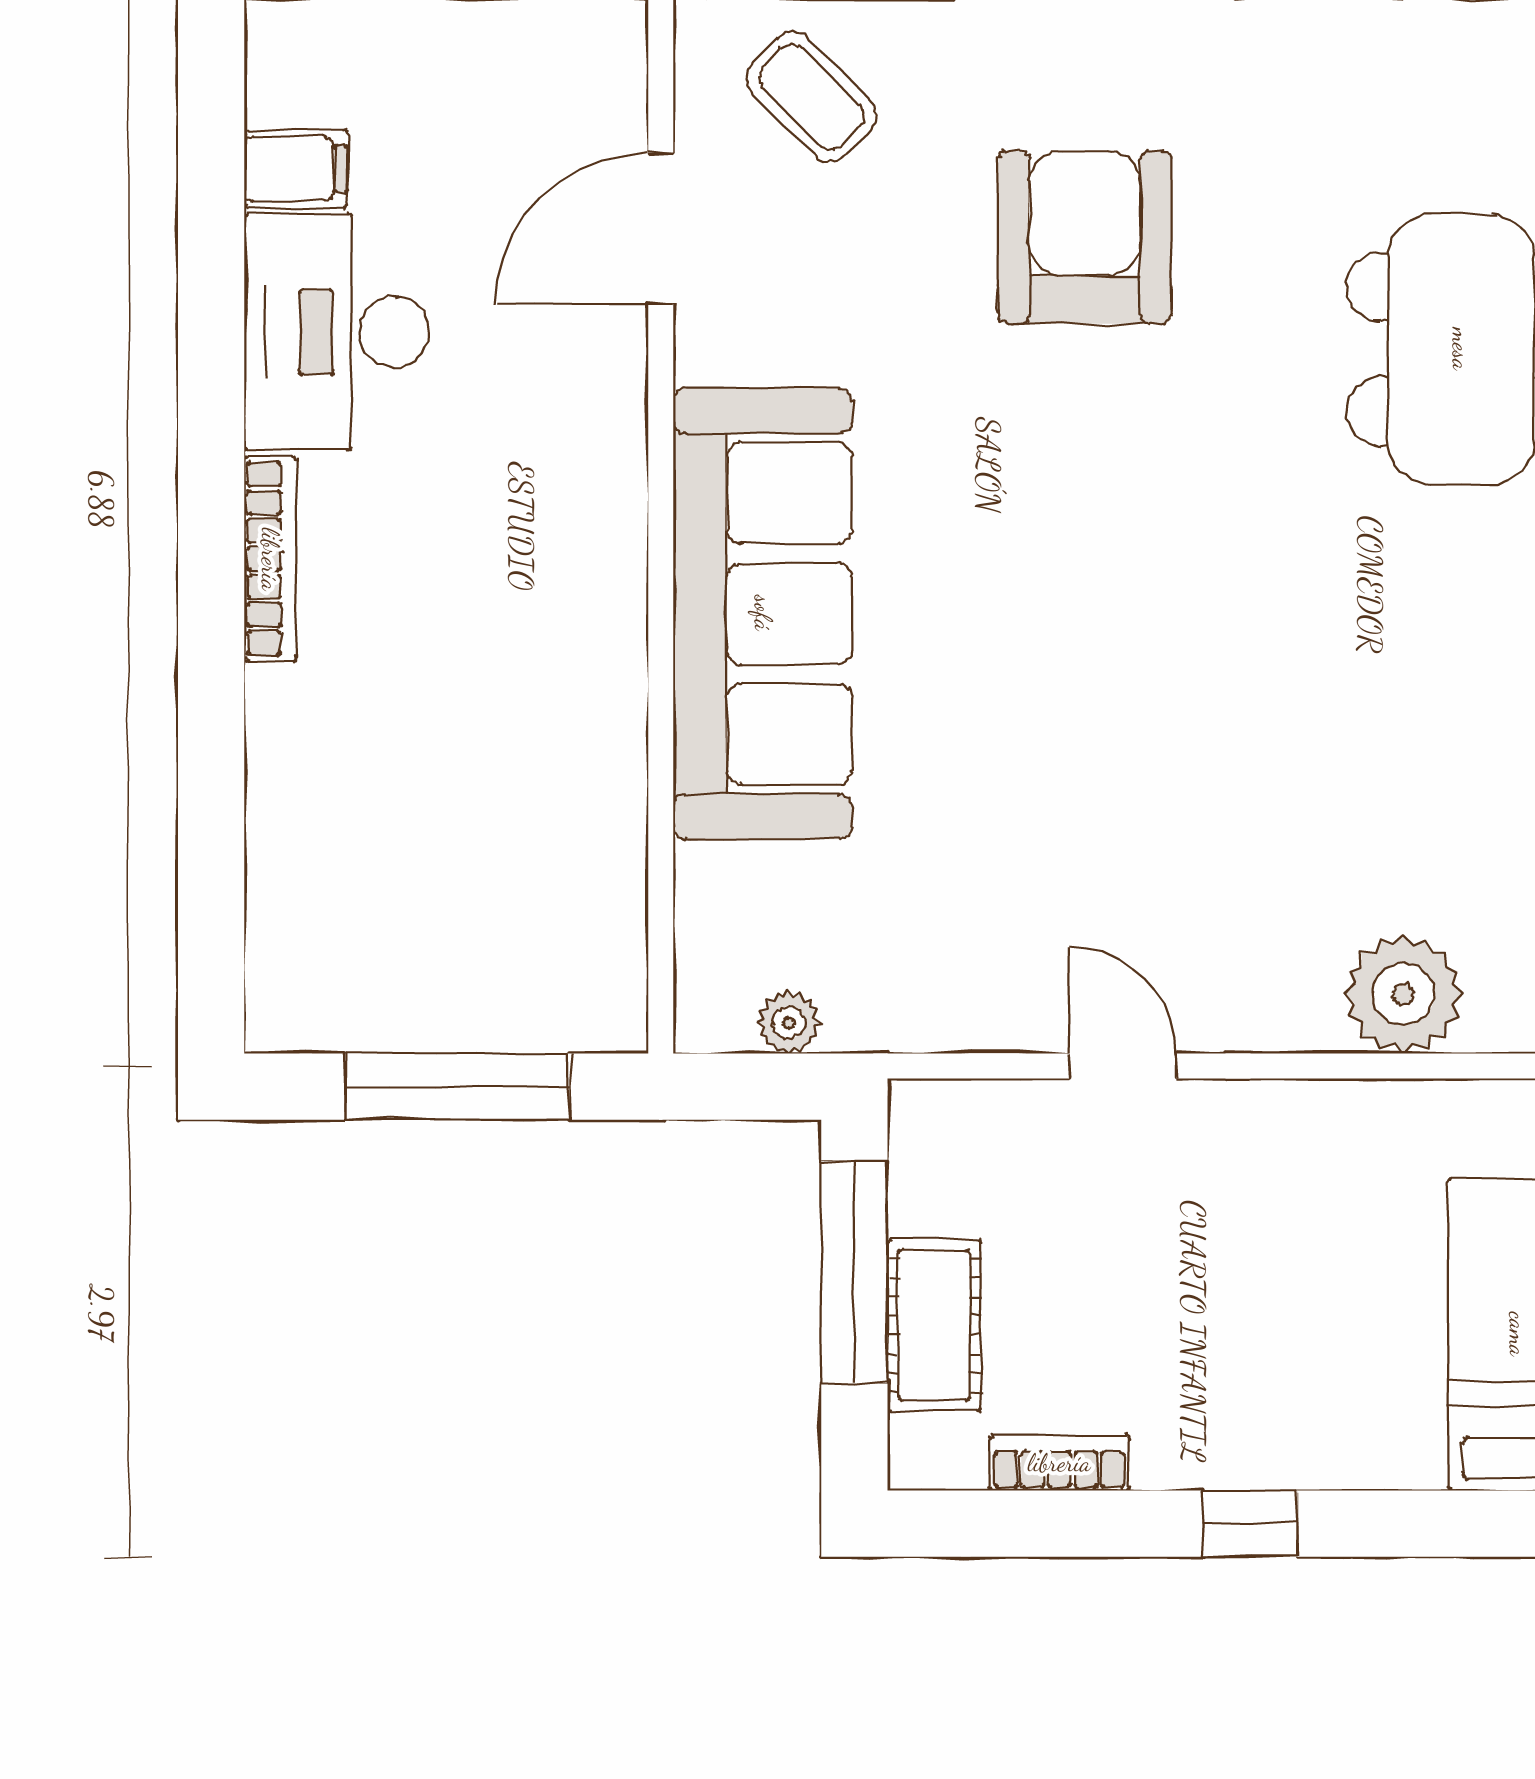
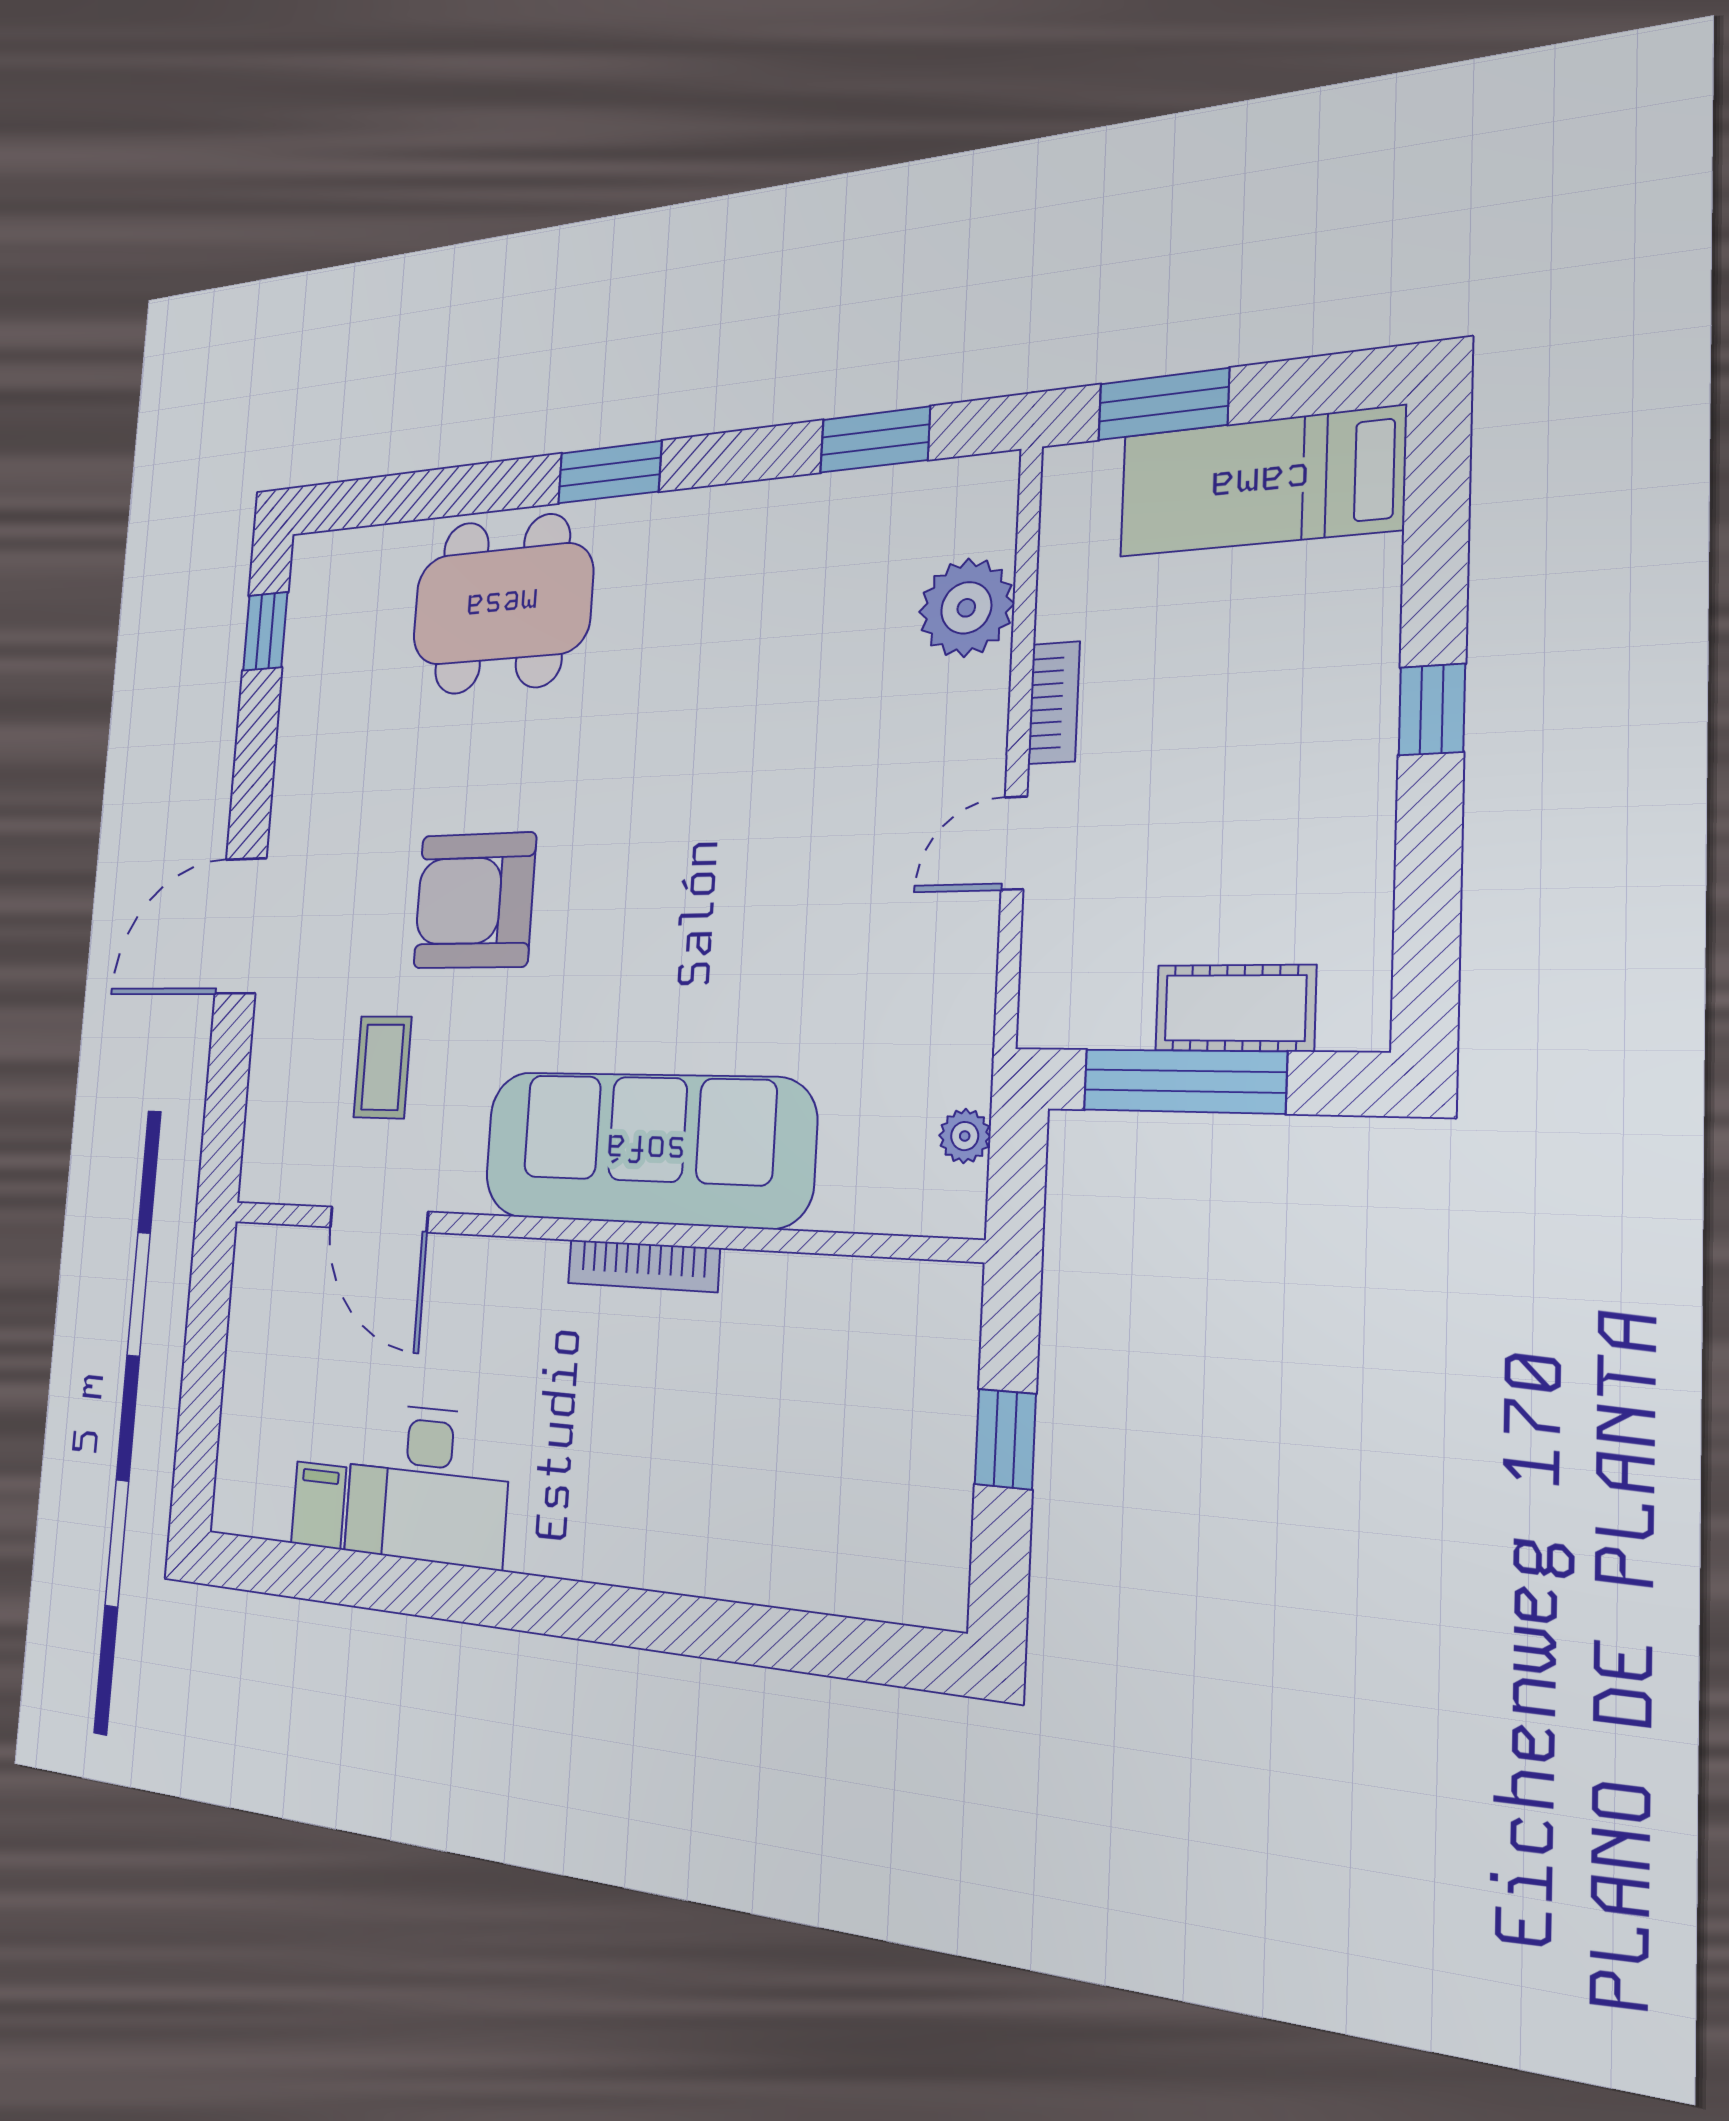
coffee table: (811, 97) -> (383, 1067), moved, turned -45
armchair: (1085, 237) -> (475, 901), moved
bookcase: (270, 559) -> (643, 1266), moved, turned 180
window: (457, 1087) -> (1005, 1439), width x0.46
bookcase: (1059, 1463) -> (1054, 703), moved, turned 180

